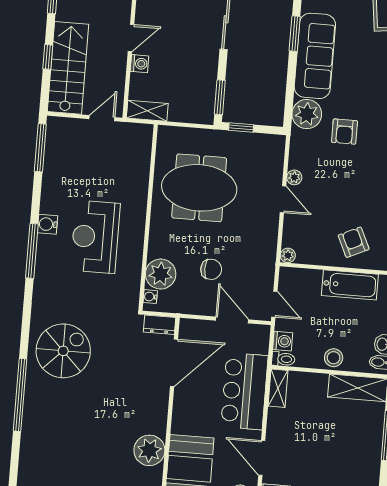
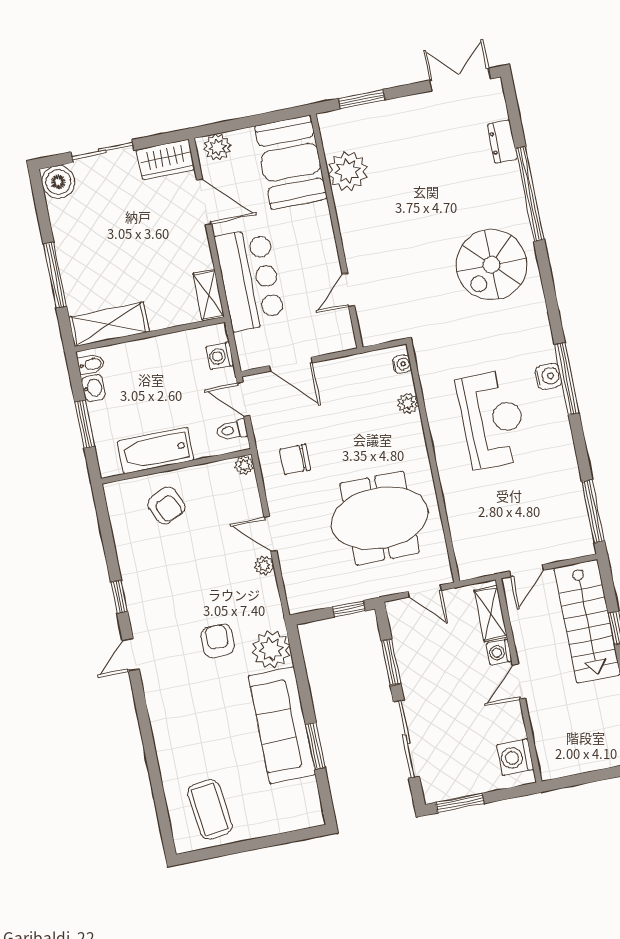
window: (220, 97) -> (391, 662), moved
shelving: (147, 111) -> (491, 614), moved, turned 90
door: (181, 125) -> (425, 591), added
water cooler: (47, 224) -> (548, 376), moved
chair: (211, 269) -> (295, 460), moved
plant: (161, 274) -> (408, 403), width x0.53, depth x0.53
dresser: (160, 325) -> (502, 142), moved, turned -90
stool: (334, 358) -> (150, 353), removed
toilet: (283, 359) -> (232, 430), moved
door: (174, 363) -> (348, 290), width x0.53

